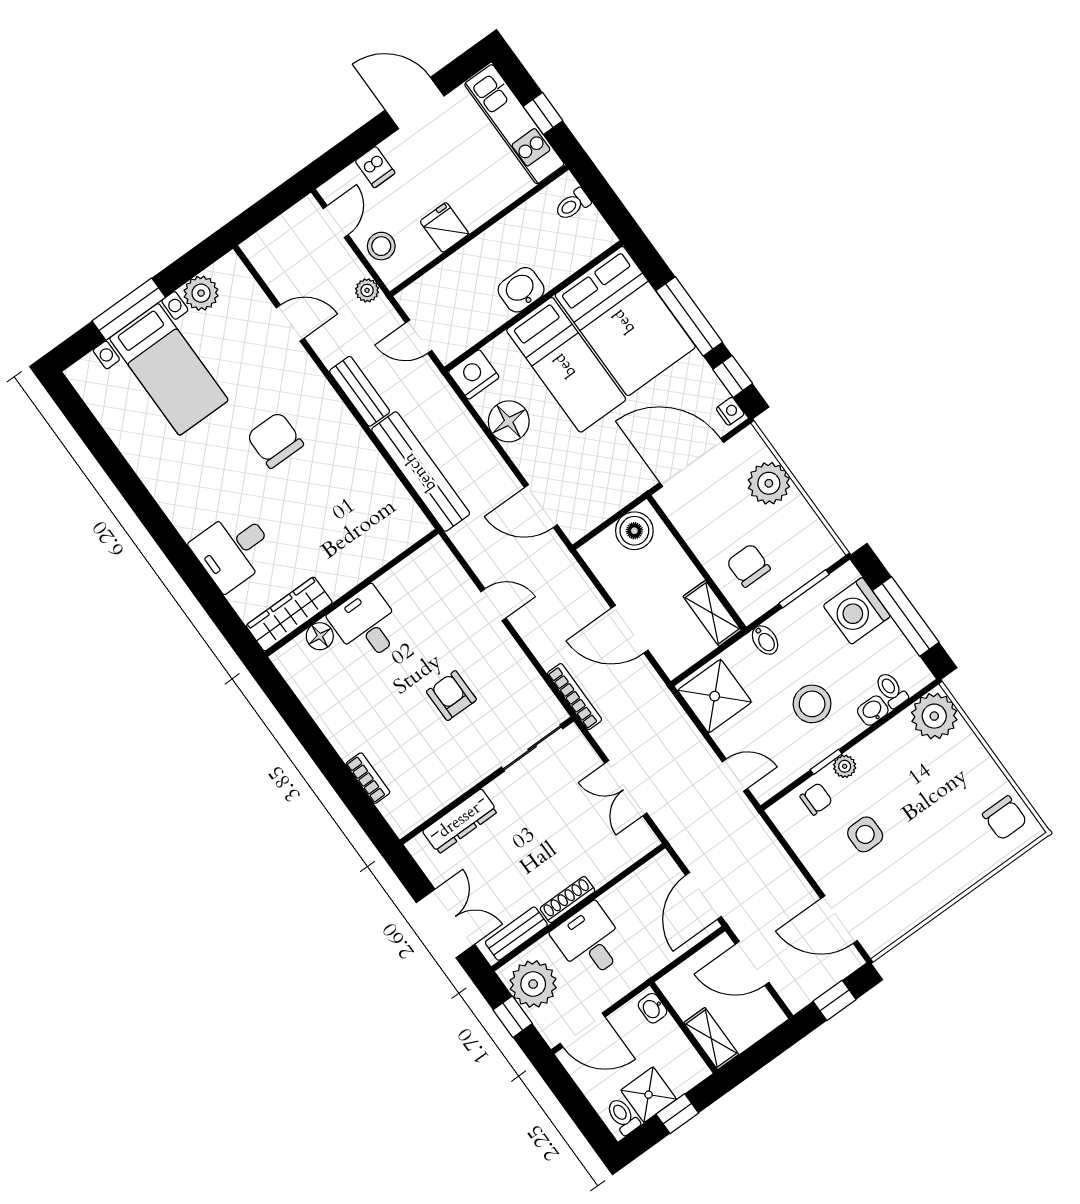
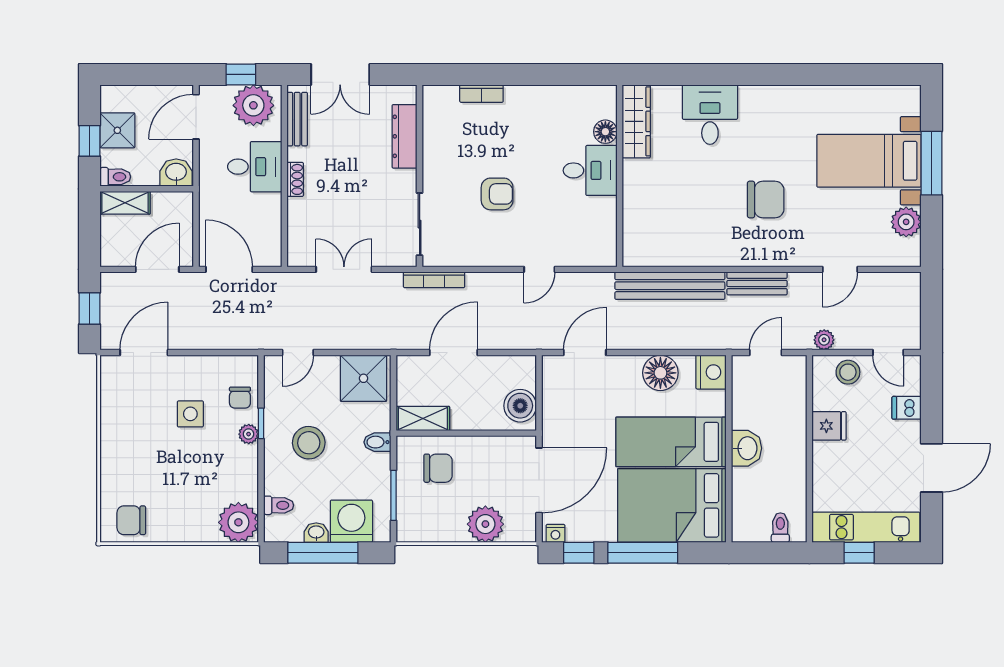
washbasin: (873, 711) -> (316, 533), moved, turned -90
shoe rack: (568, 900) -> (295, 179), width x0.70
washbasin: (652, 1008) -> (176, 173), width x1.38, depth x1.45
toilet: (623, 1116) -> (115, 177), moved

